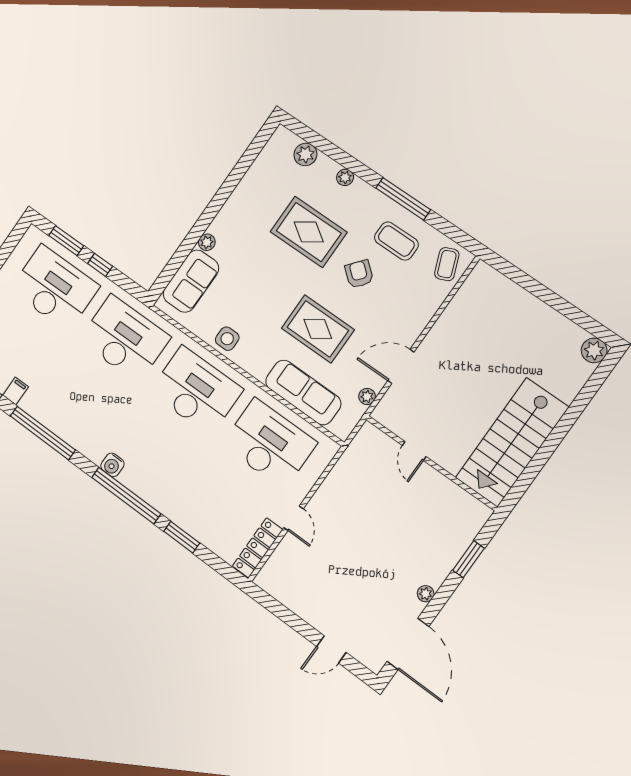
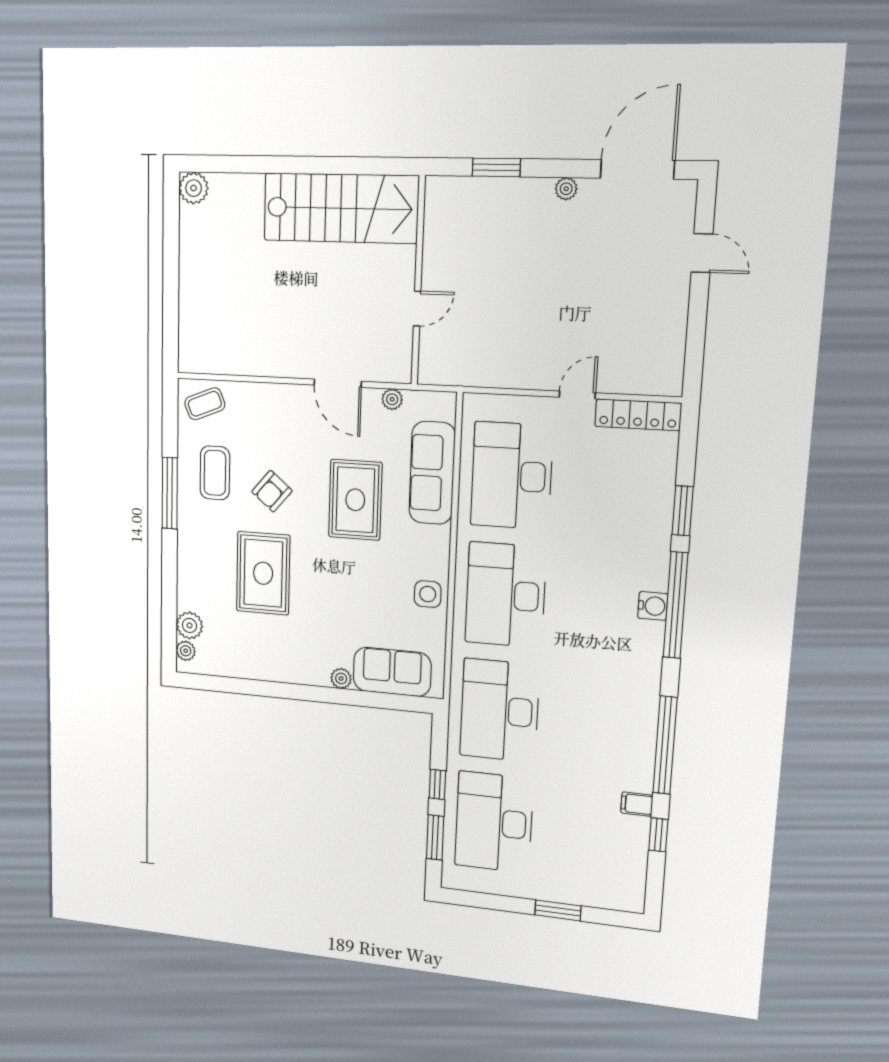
plant: (345, 177) -> (186, 651), moved
water cooler: (112, 465) -> (653, 606), moved

